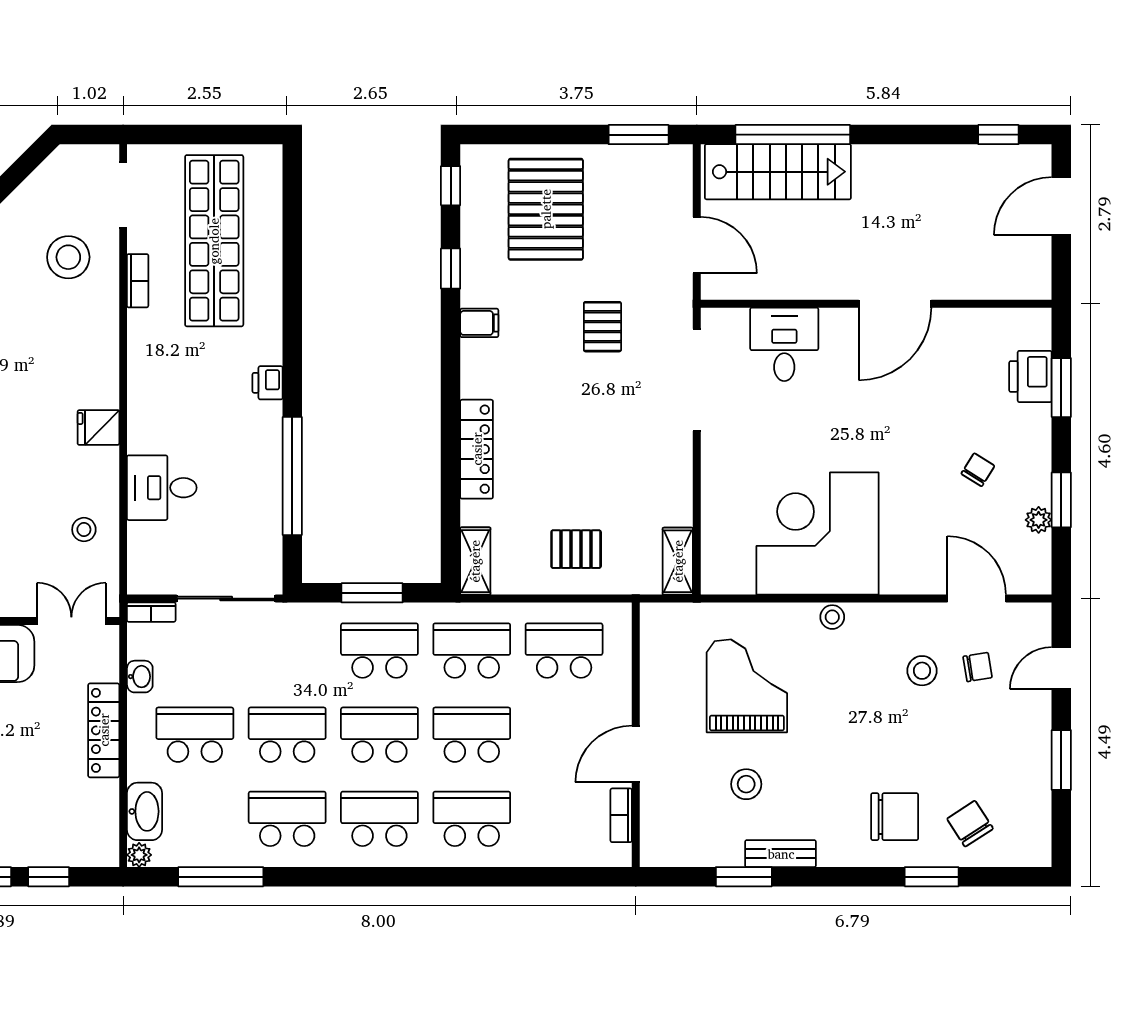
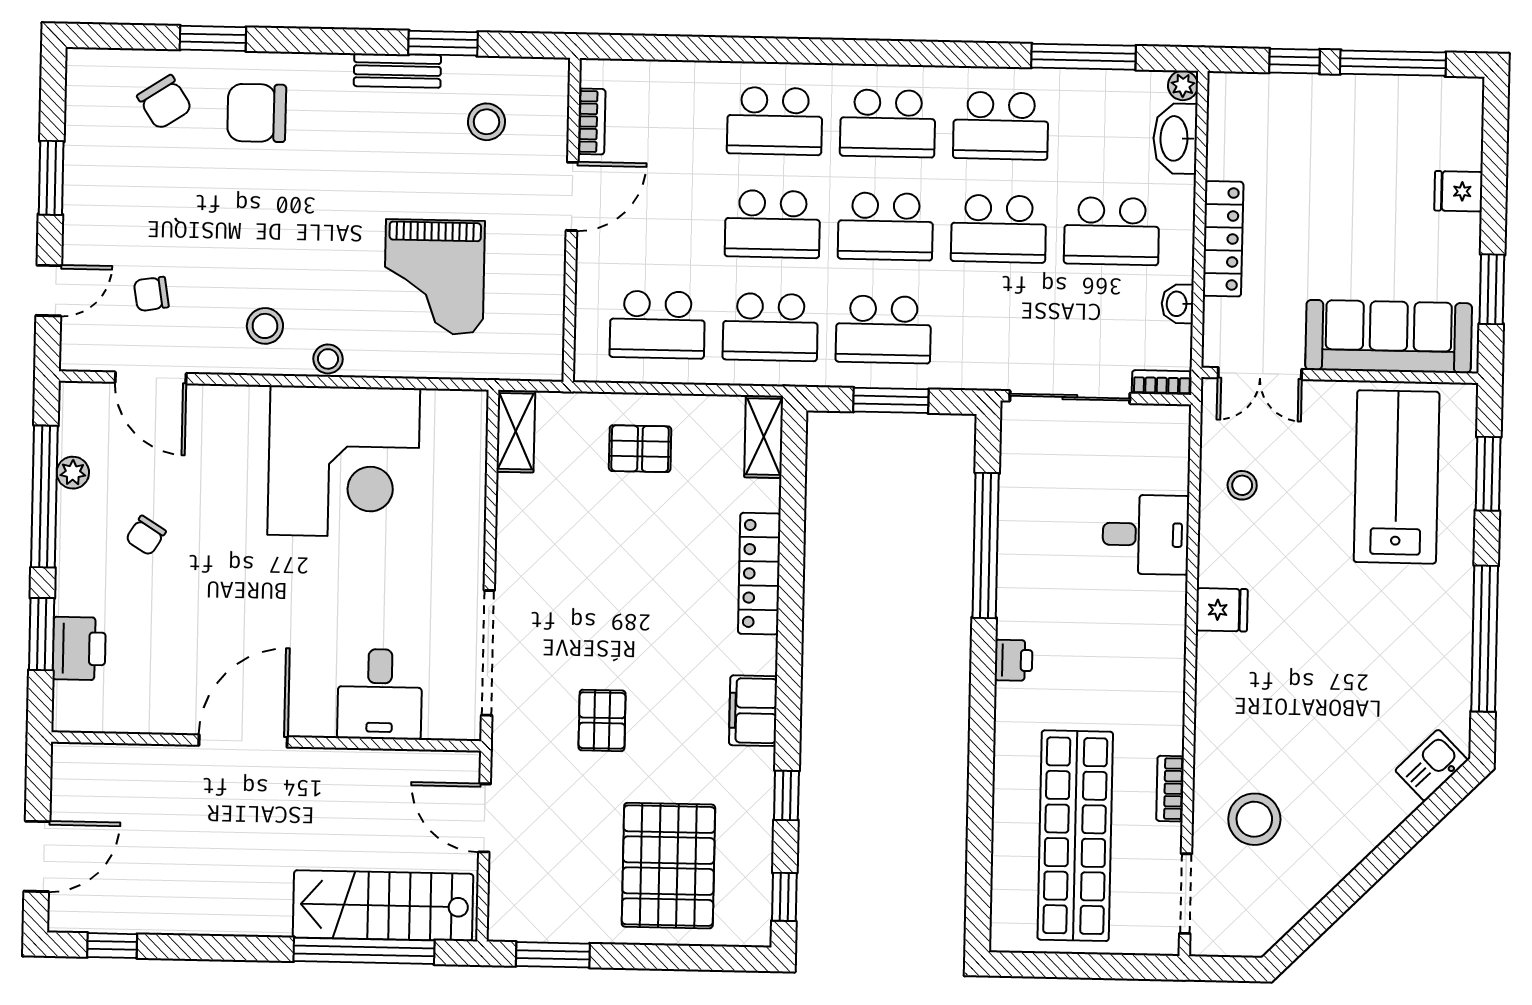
filing cabinet: (479, 323) -> (753, 711), width x2.00
window: (1061, 500) -> (44, 497), width x2.11
stool: (922, 671) -> (265, 326), moved
stool: (746, 784) -> (487, 122), moved

